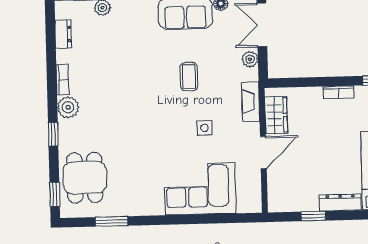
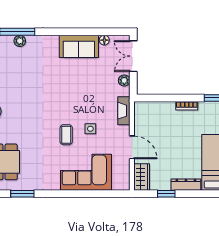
coffee table: (189, 77) -> (66, 135), moved
wardrobe: (276, 115) -> (142, 177), moved
door: (263, 153) -> (132, 147), hinge flipped

